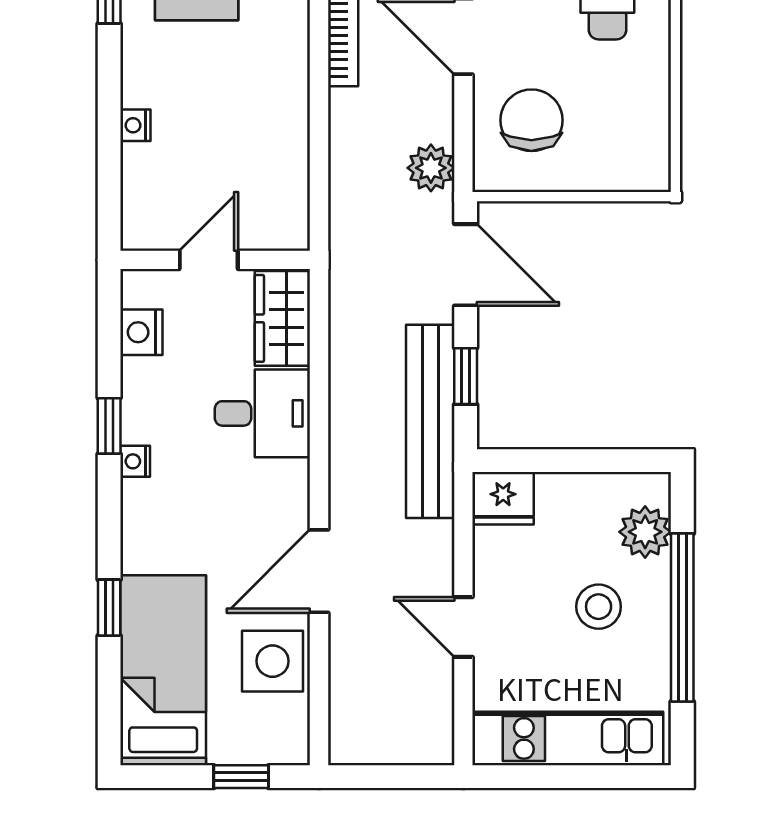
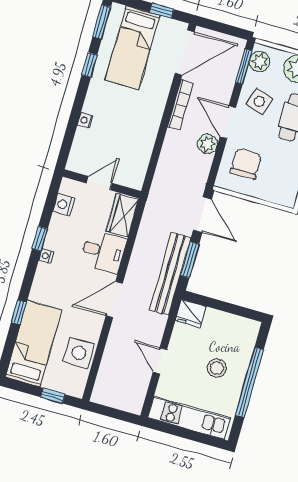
plant: (431, 168) -> (207, 144), moved
window: (466, 376) -> (190, 260), width x1.50
plant: (645, 532) -> (244, 343), removed
door: (319, 571) -> (114, 300), moved

